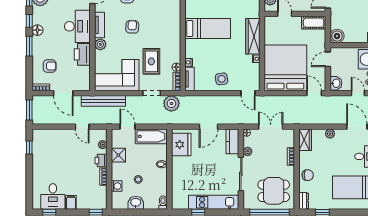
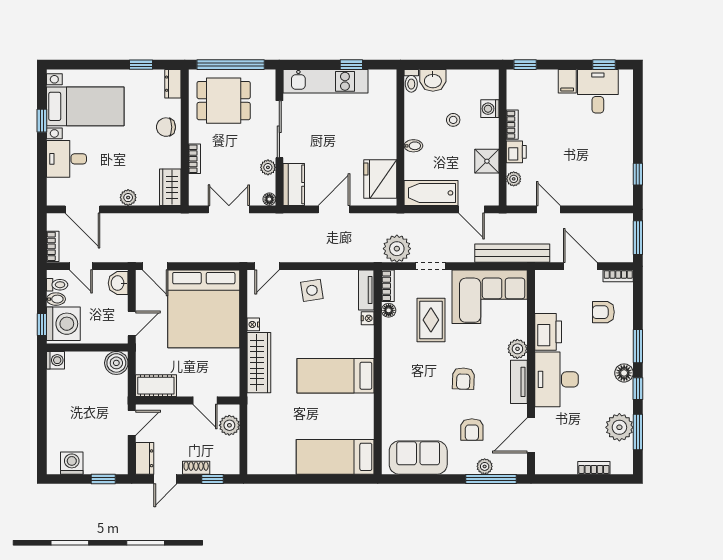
door: (248, 93) -> (267, 266), swing flipped
double door: (271, 127) -> (229, 209), swing flipped
washbasin: (136, 203) -> (433, 80), moved

